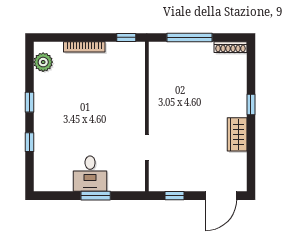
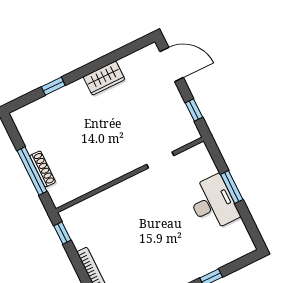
shoe rack: (231, 47) -> (43, 169), moved
window: (251, 104) -> (53, 86), moved
desk: (90, 174) -> (213, 203), width x1.37

